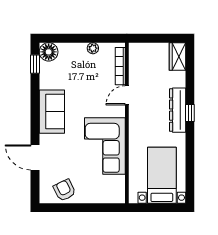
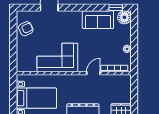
door: (127, 95) -> (93, 73), hinge flipped
sofa: (52, 112) -> (98, 20), moved

